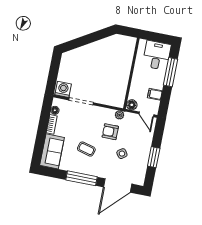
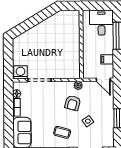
floor lamp: (132, 105) -> (88, 74), removed
armchair: (110, 132) -> (73, 103), turned -74
coffee table: (86, 149) -> (62, 132), moved

